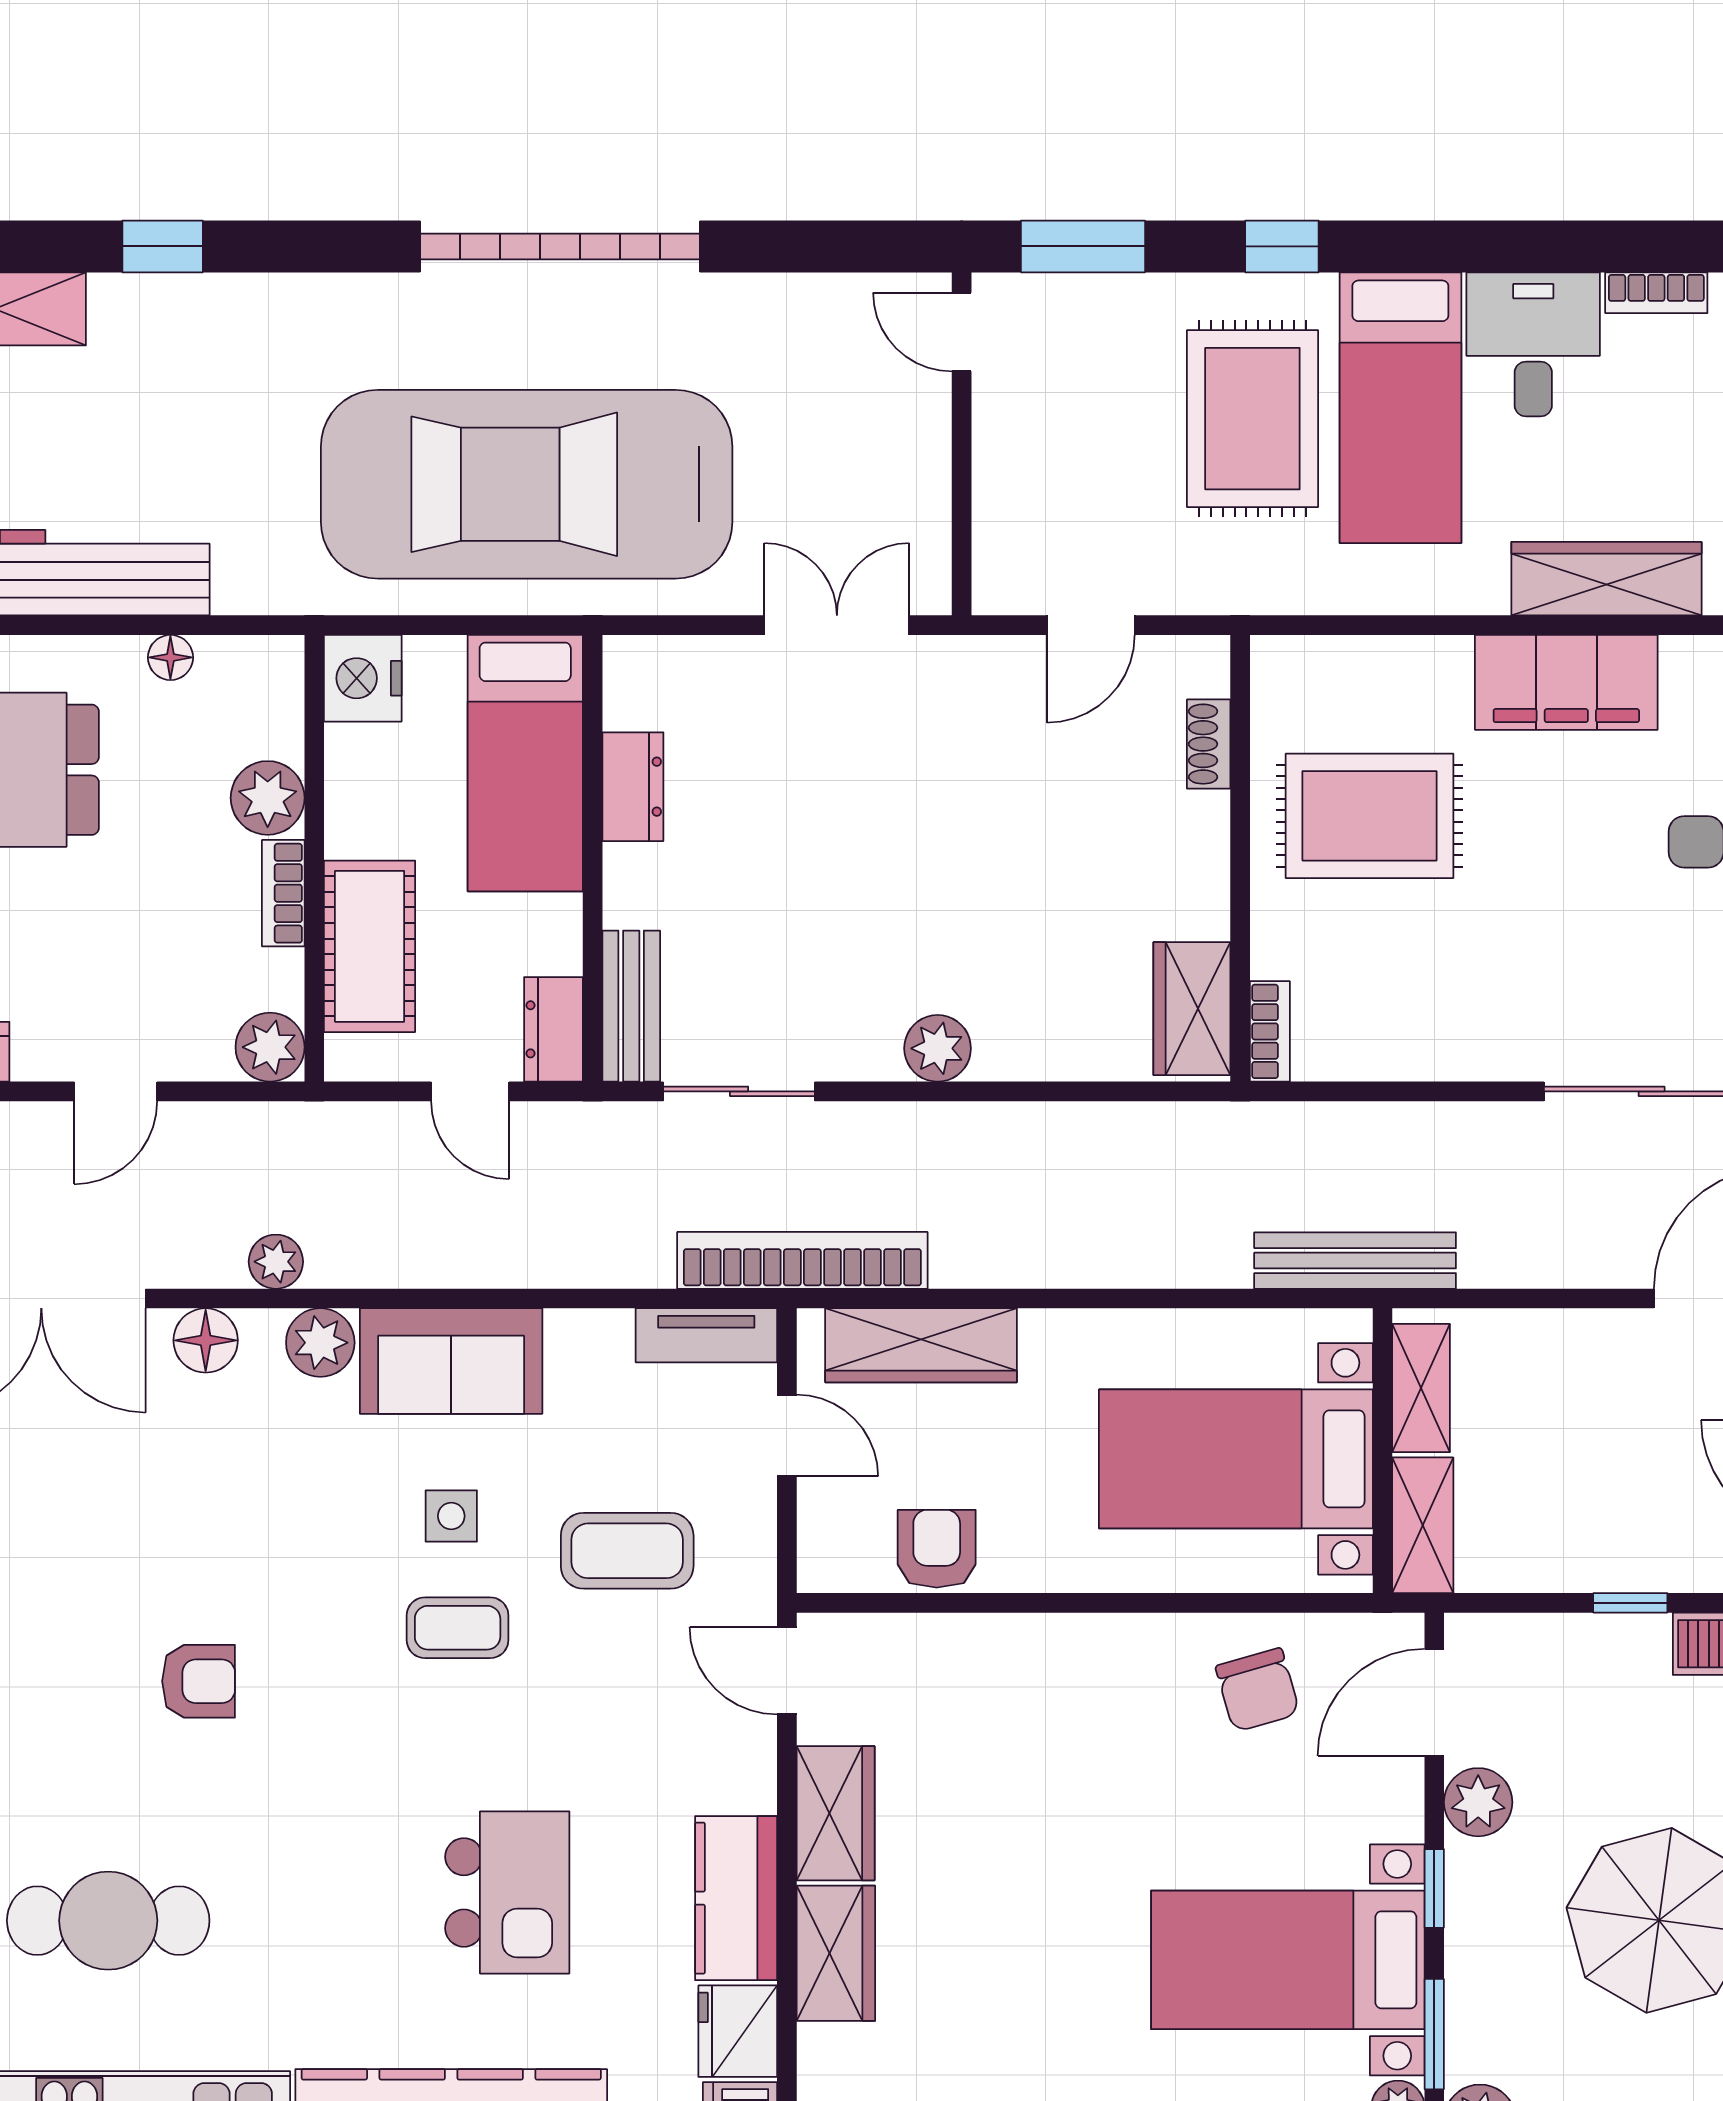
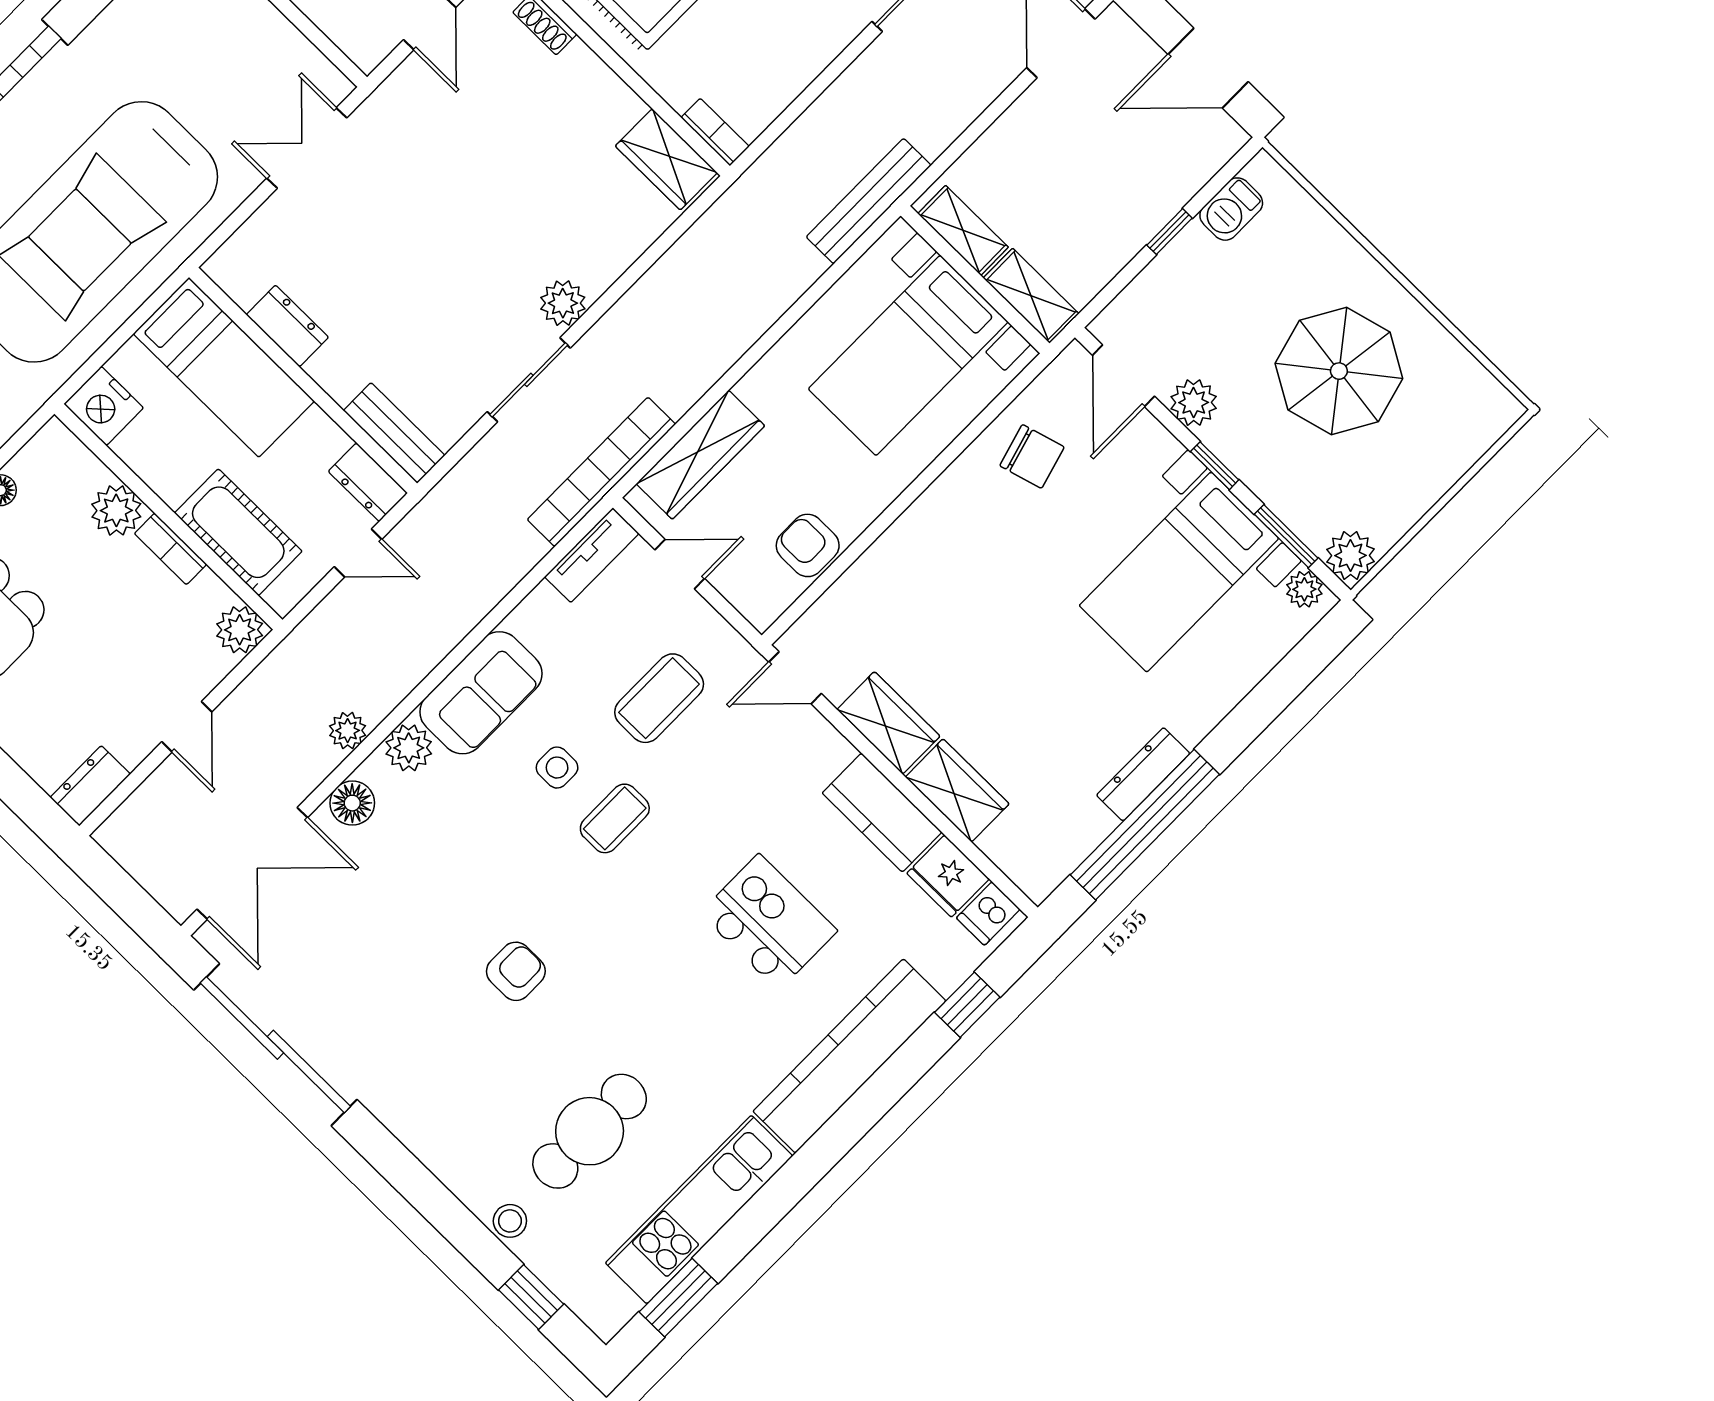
sliding door: (739, 1091) -> (529, 380), moved

